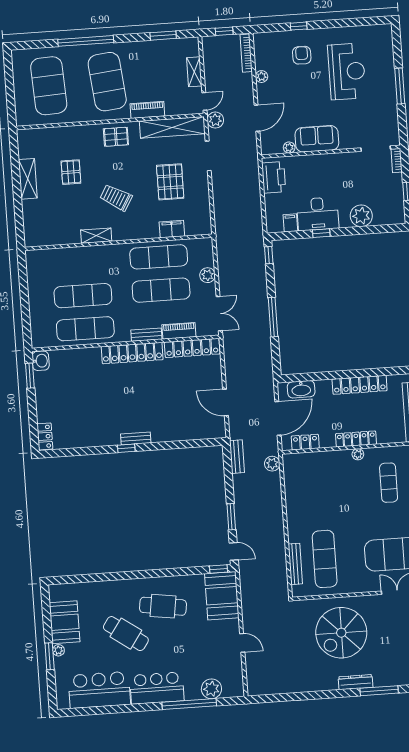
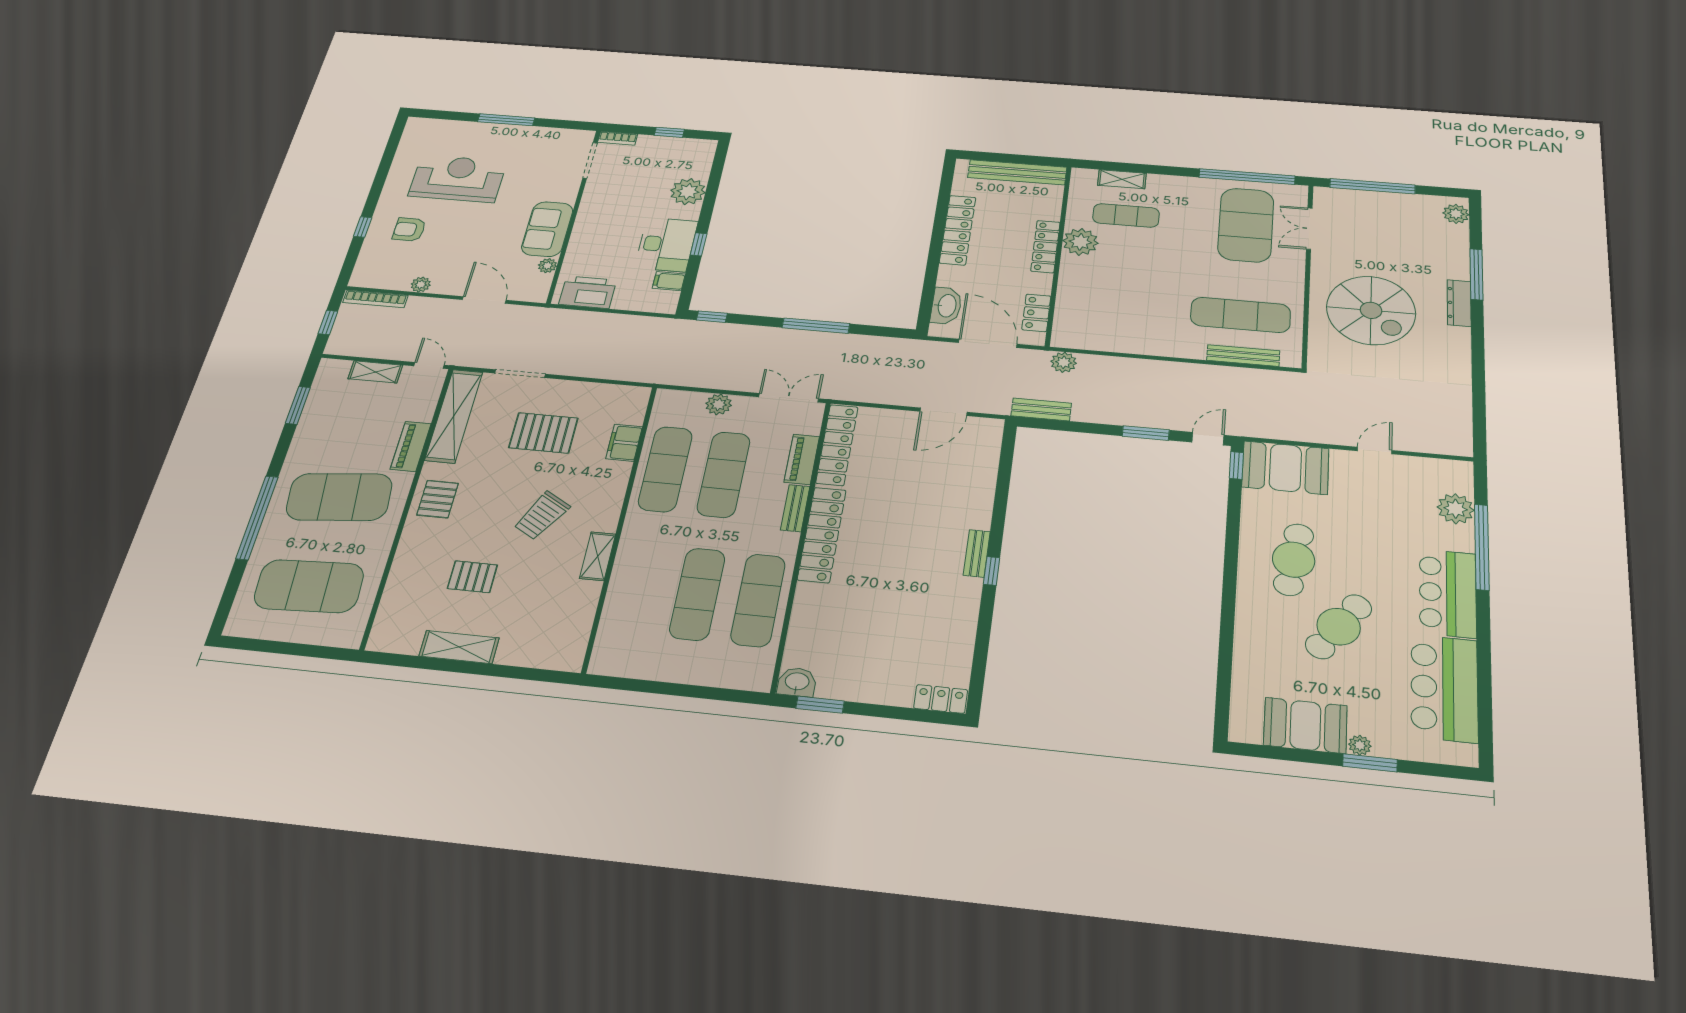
plant: (215, 120) -> (465, 355), removed
plant: (358, 454) -> (1080, 242), width x1.88, depth x1.88

